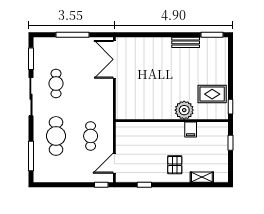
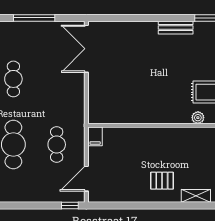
plant: (184, 110) -> (198, 118), moved, width x0.53, depth x0.53
filing cabinet: (191, 129) -> (95, 136), moved
pallet: (175, 165) -> (162, 181), turned 90
window: (144, 185) -> (124, 205), removed

